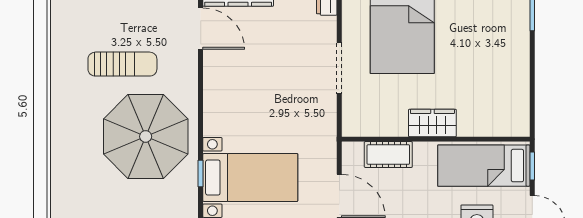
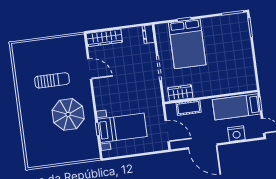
door: (201, 29) -> (90, 69), moved
wardrobe: (432, 123) -> (180, 93), moved
parasol: (146, 136) -> (68, 114), width x0.73, depth x0.73

